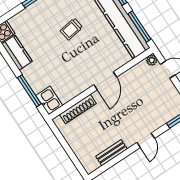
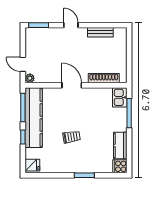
door: (105, 81) -> (72, 85), hinge flipped
door: (146, 140) -> (71, 25), hinge flipped

